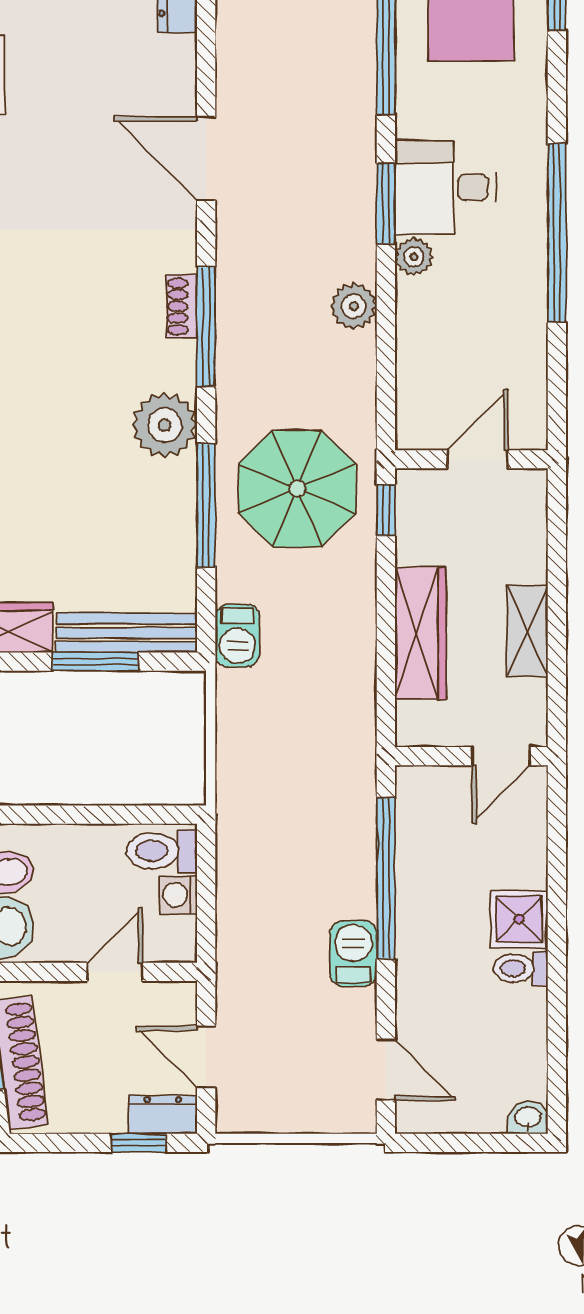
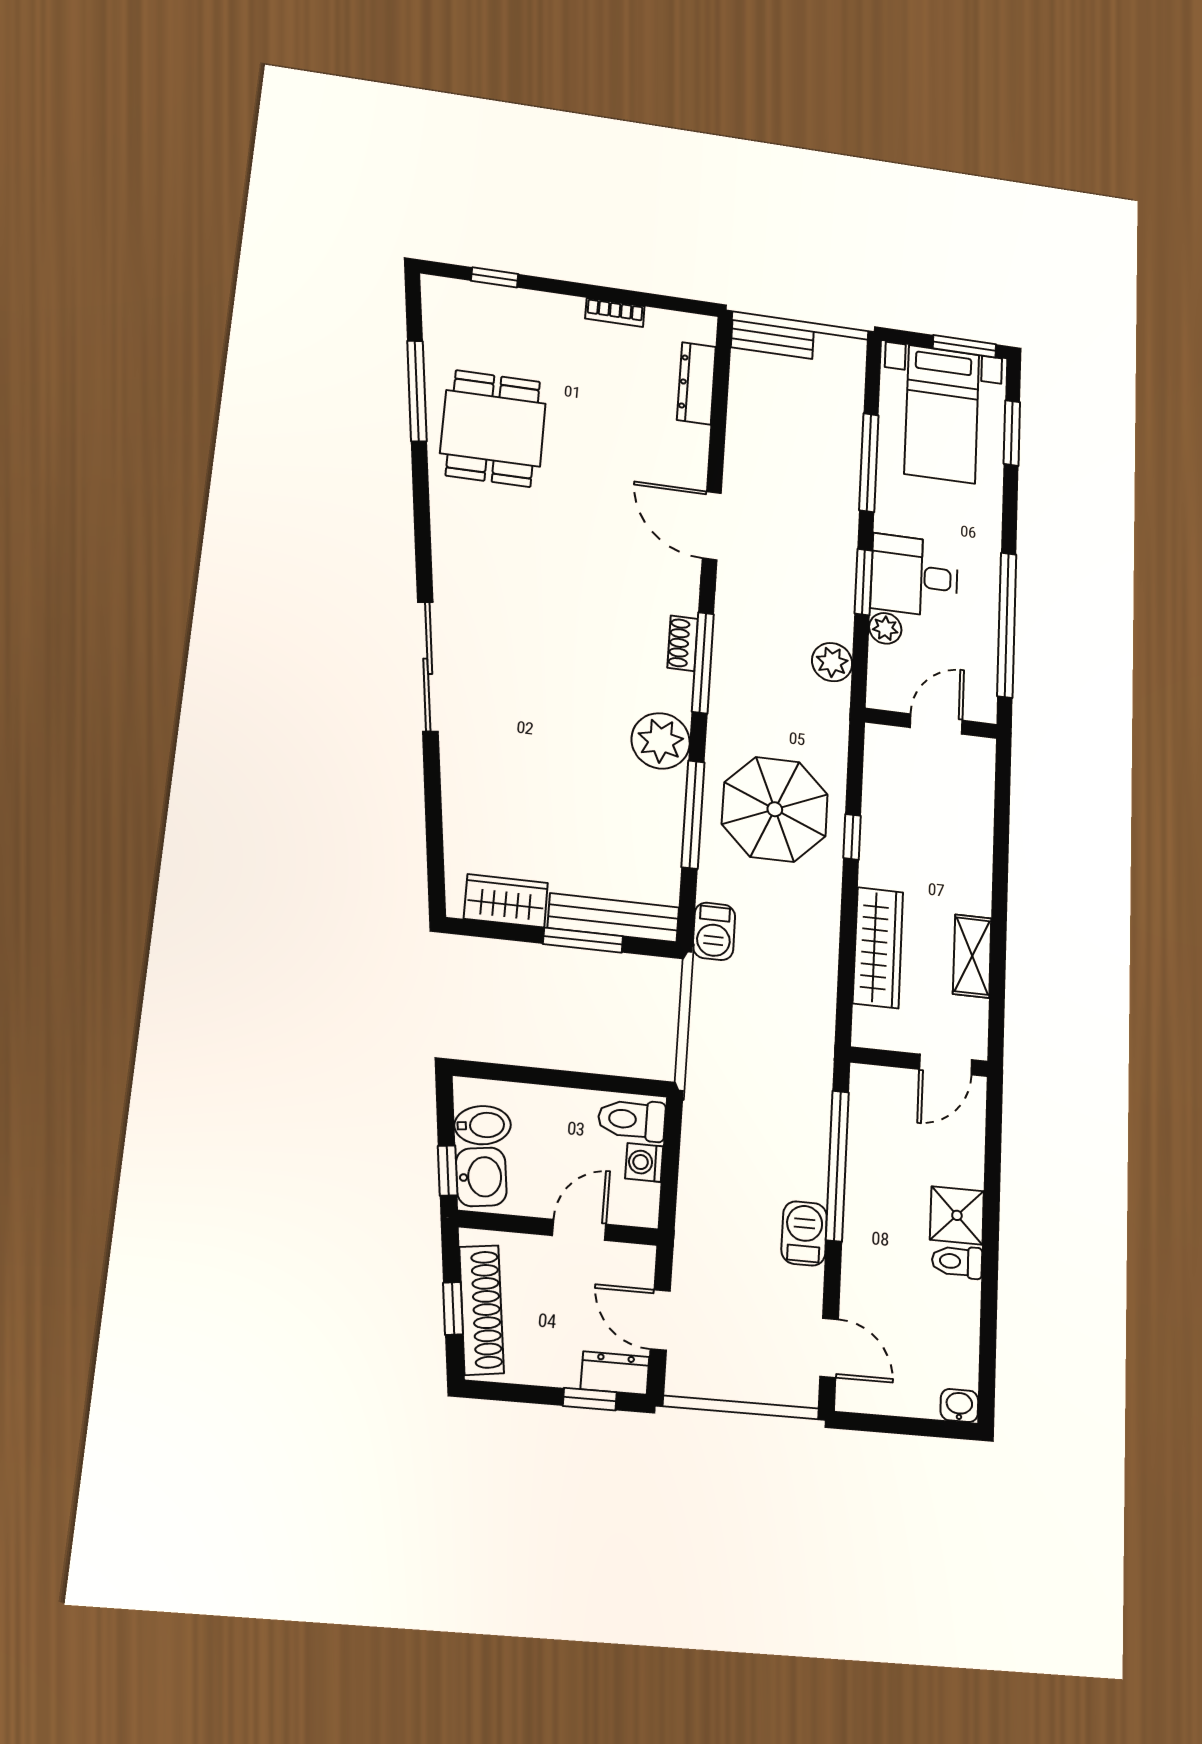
wall: (471, 459) -> (931, 723), moved
door: (477, 459) -> (936, 724), moved

